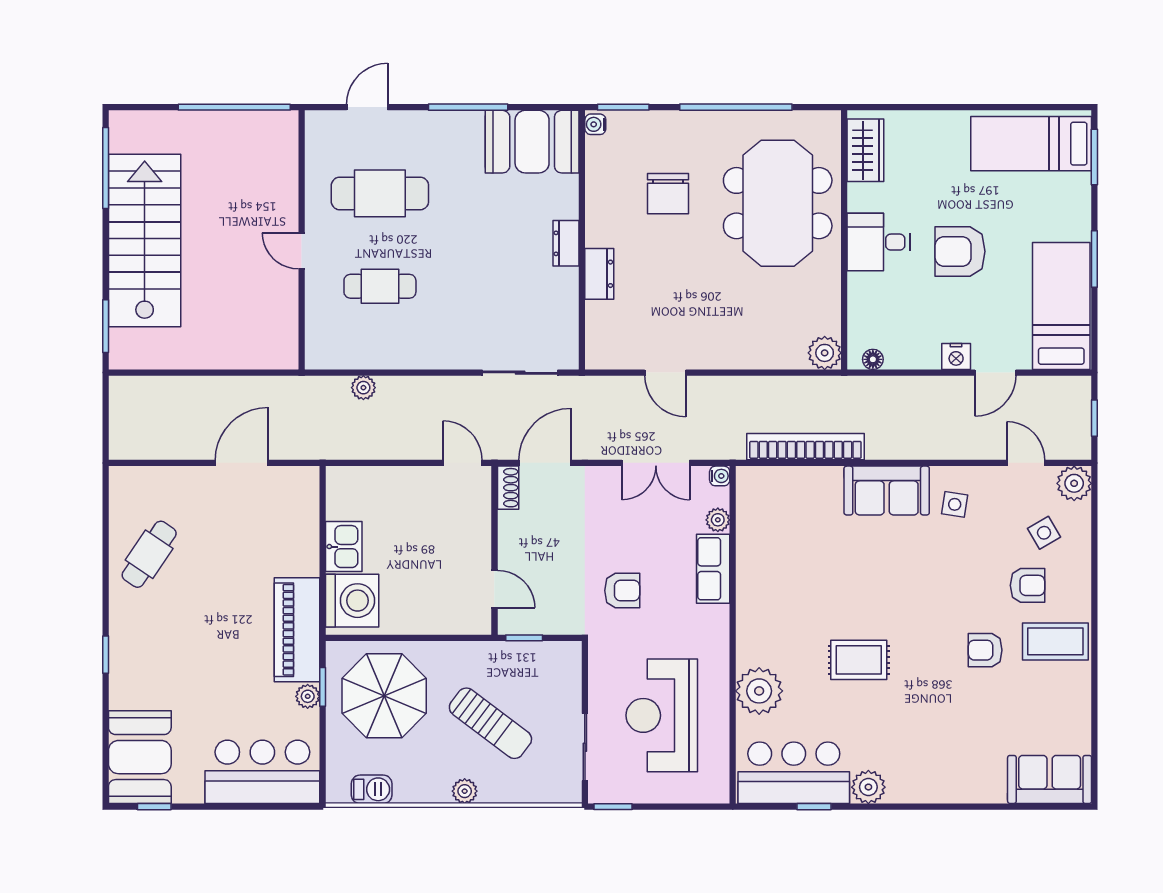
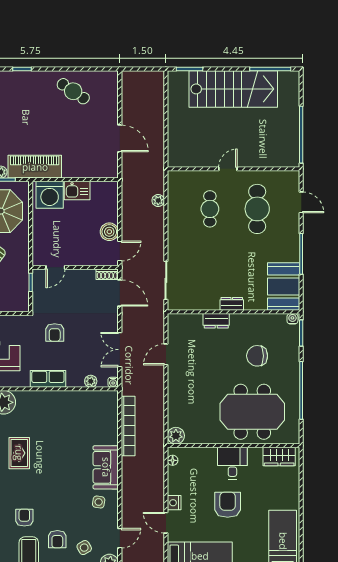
boiler: (425, 483) -> (109, 232), added
row of seats: (713, 569) -> (48, 379), moved

